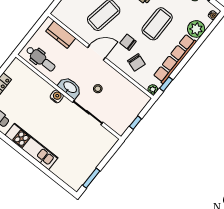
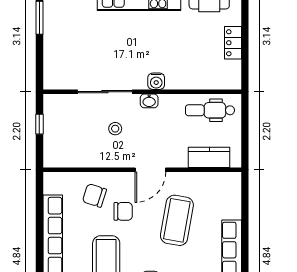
window: (166, 84) -> (39, 198), removed
washbasin: (70, 87) -> (149, 101), width x0.52, depth x0.69
plant: (153, 89) -> (50, 179), removed

